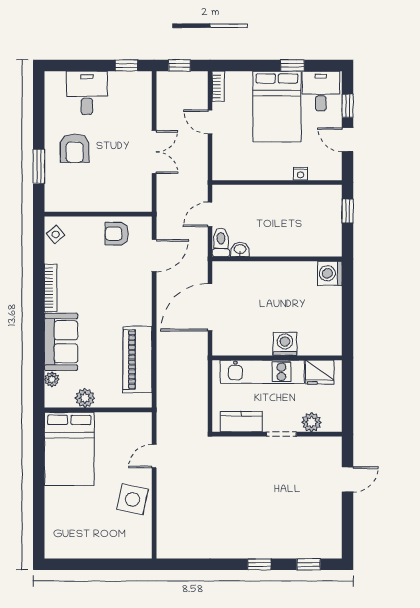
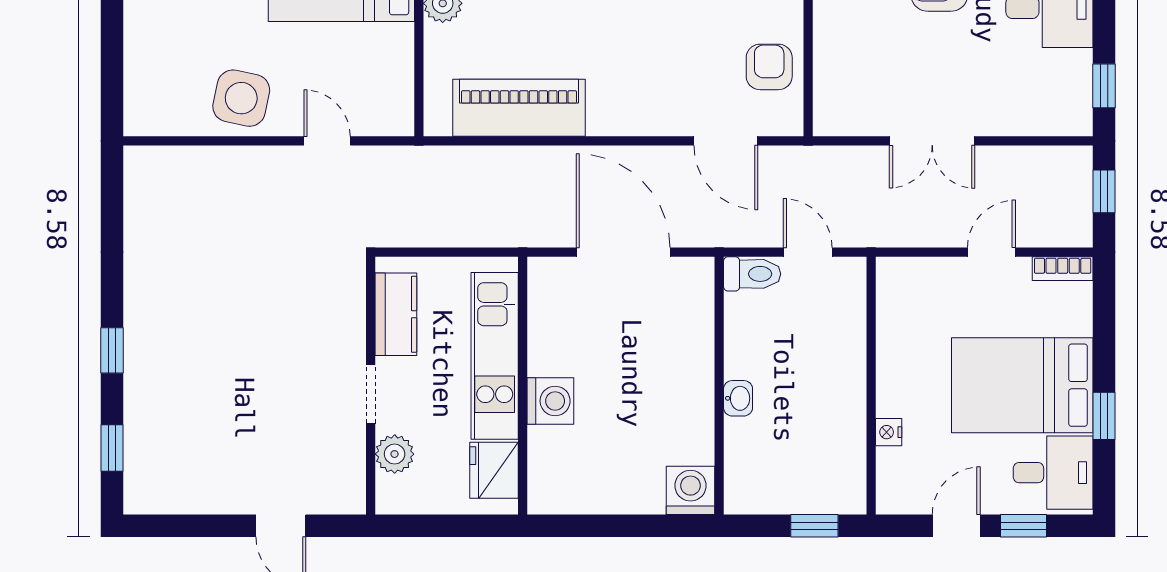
washbasin: (240, 249) -> (738, 398), moved

